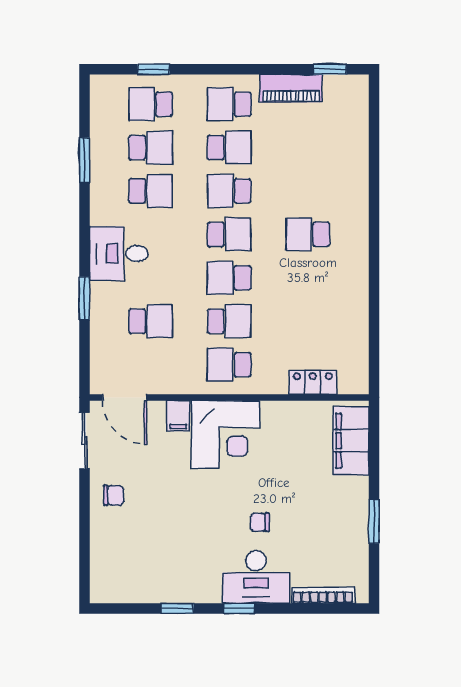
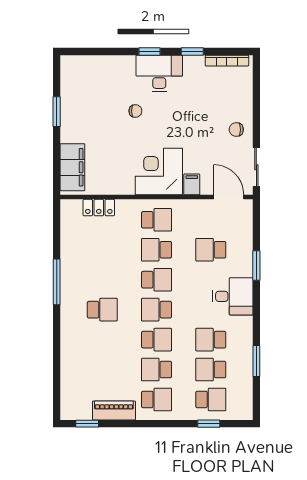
window: (374, 274) -> (57, 282), added
desk: (256, 577) -> (159, 73), moved
bookcase: (323, 595) -> (227, 61), moved

